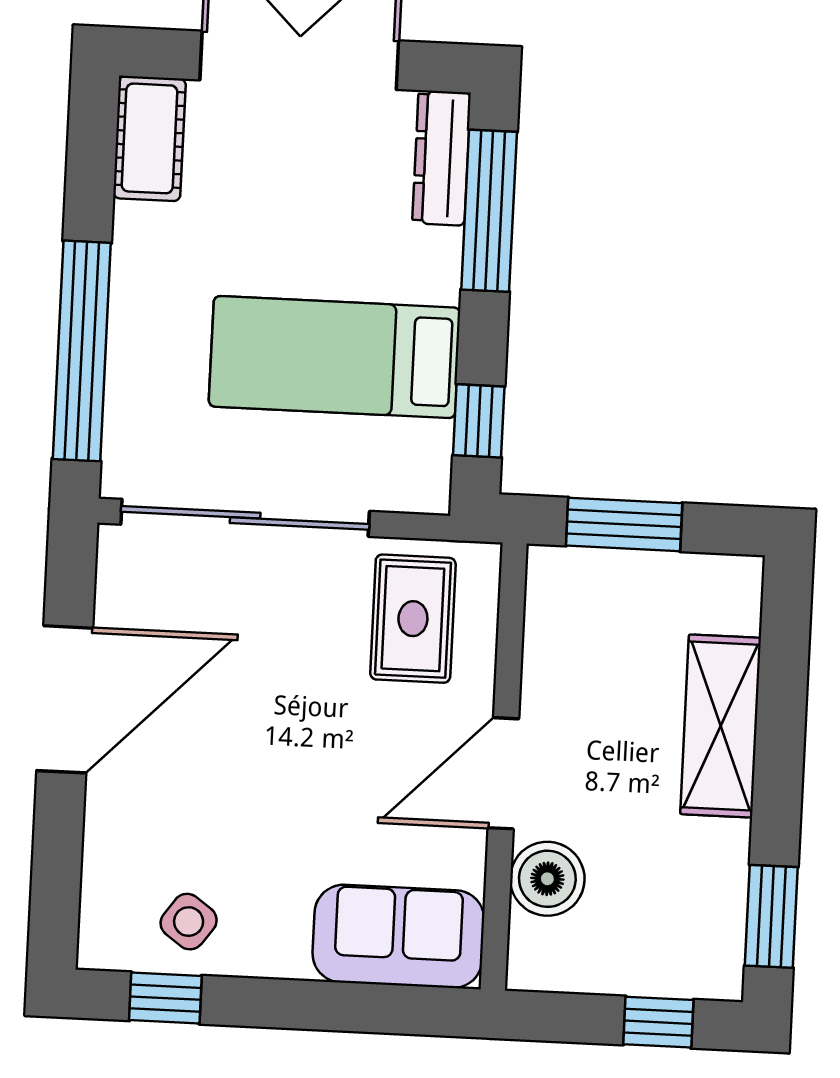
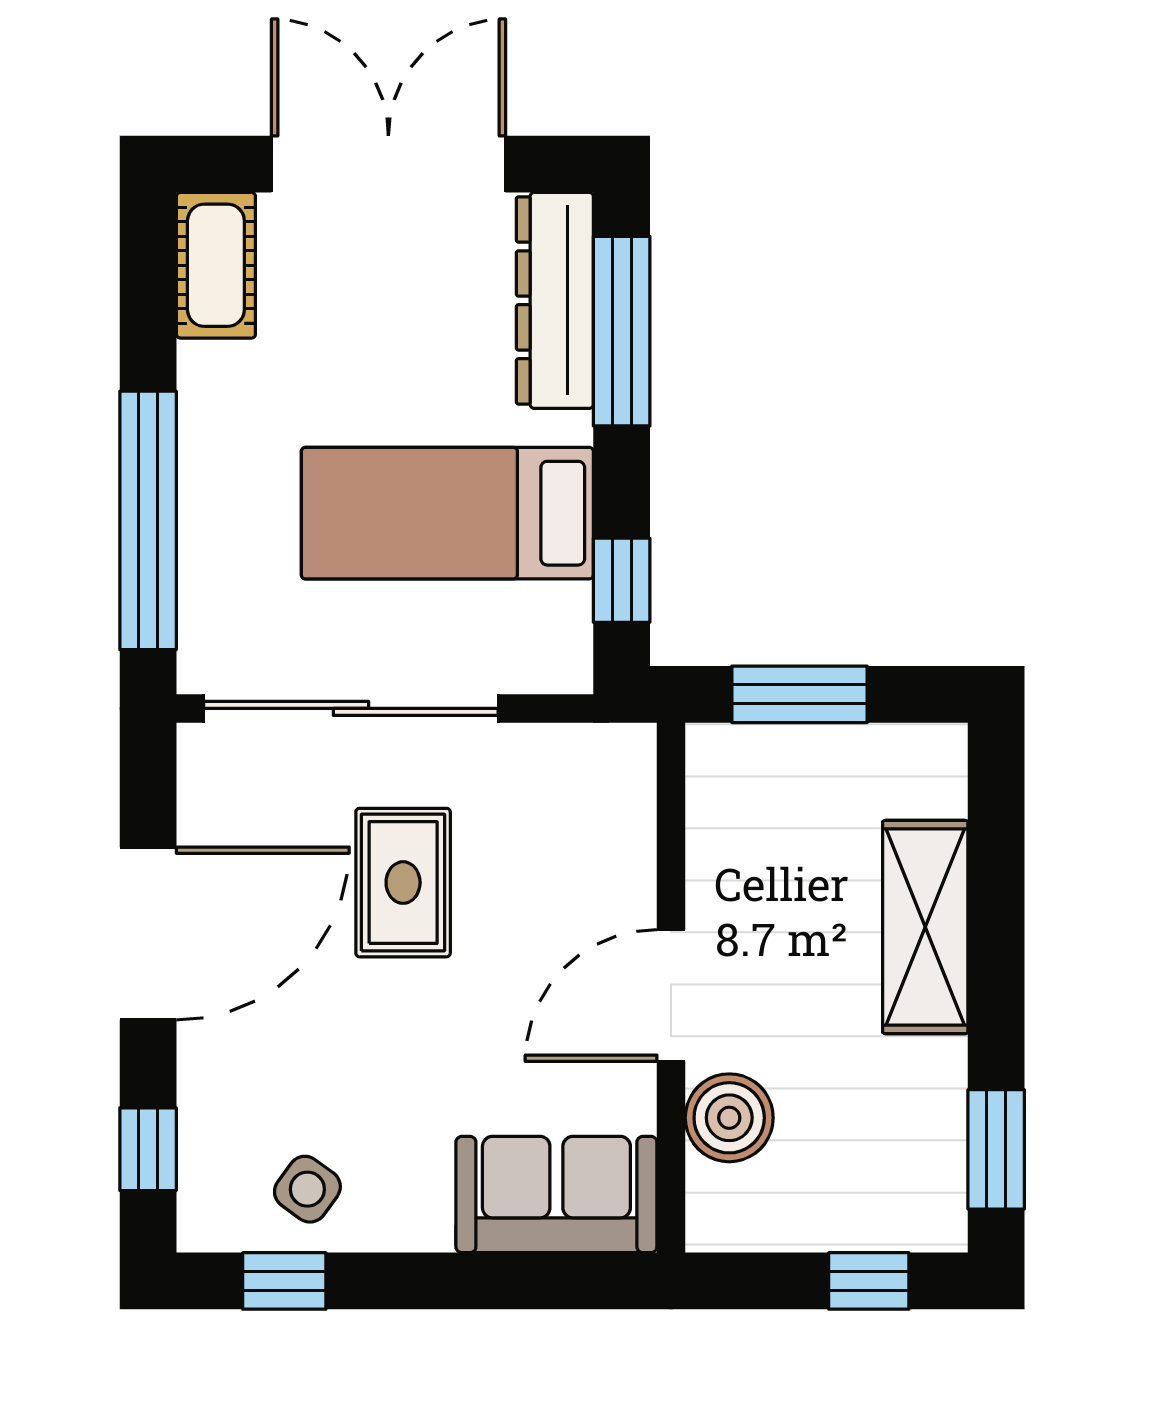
dresser: (442, 158) -> (555, 300), width x1.37, depth x1.24
rug: (413, 619) -> (403, 883), moved
window: (56, 881) -> (148, 1149), added

